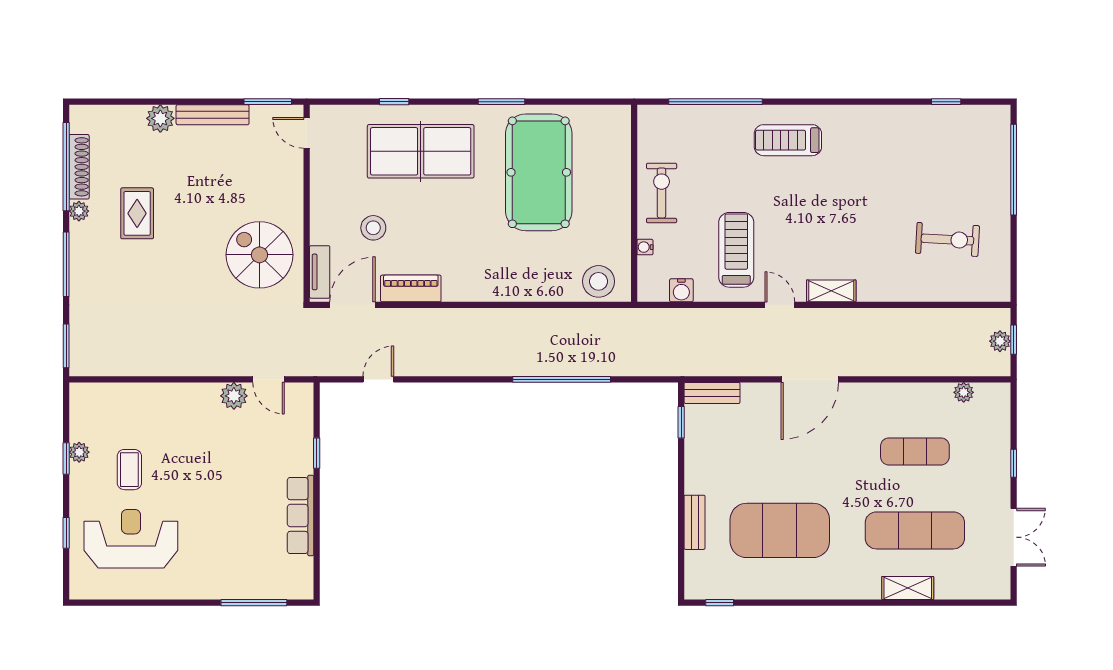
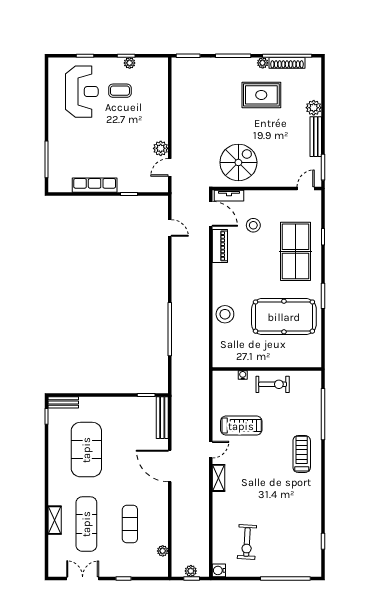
rug: (137, 213) -> (261, 95), width x1.36, depth x1.43
stool: (599, 281) -> (225, 314), moved
water cooler: (681, 290) -> (219, 570), moved
bench: (712, 393) -> (162, 418), width x1.36
bench: (695, 522) -> (63, 402), moved
double door: (1014, 537) -> (83, 578), swing flipped

